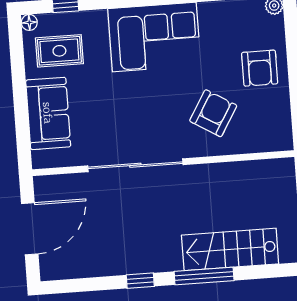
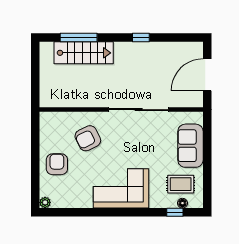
floor lamp: (29, 22) -> (182, 203), moved
armchair: (213, 113) -> (88, 138), turned 33
window: (204, 276) -> (79, 37), moved

